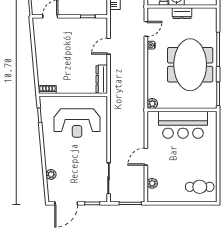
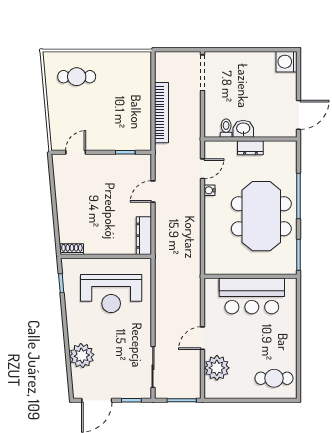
plant: (152, 104) -> (211, 268), removed
plant: (51, 174) -> (82, 356), width x1.87, depth x1.87
plant: (152, 183) -> (217, 368), width x1.87, depth x1.87

